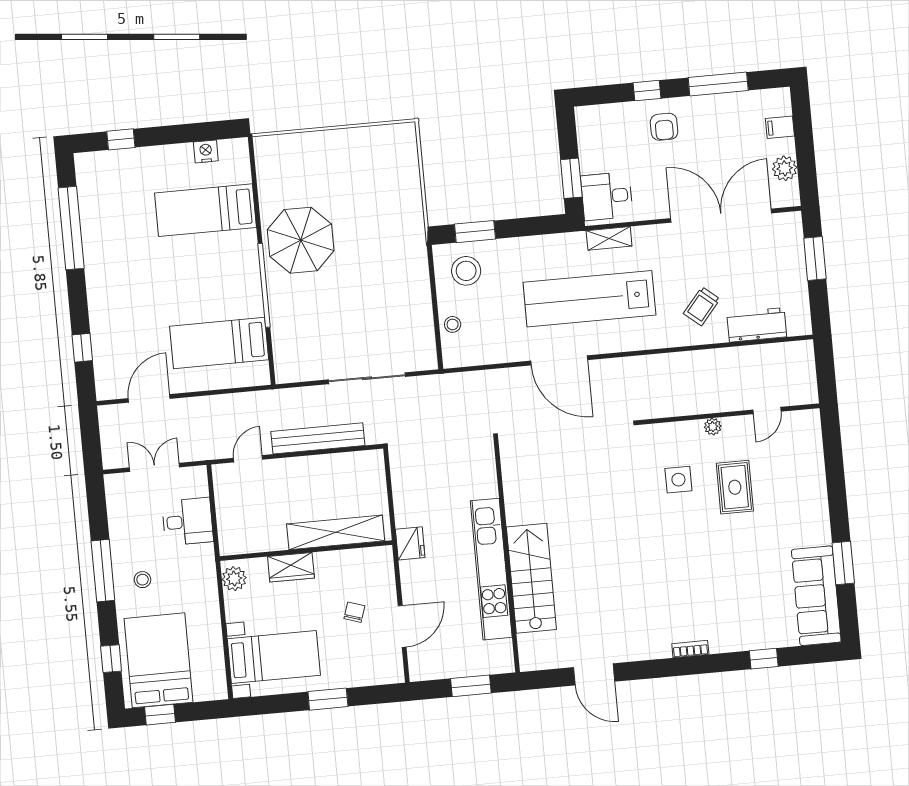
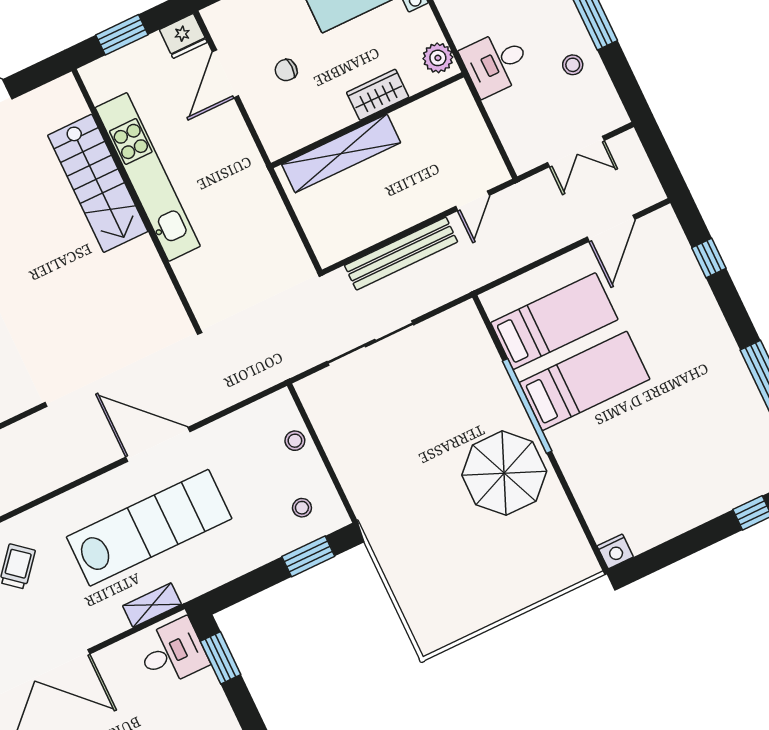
nightstand: (206, 151) -> (615, 551), moved
bed: (205, 210) -> (585, 381), moved
stool: (466, 271) -> (302, 508), width x0.53, depth x0.53
desk: (188, 521) -> (496, 63), moved
fridge: (410, 543) -> (183, 36), moved, turned -90
stool: (142, 580) -> (573, 65), moved
chair: (354, 612) -> (286, 70), turned 72

